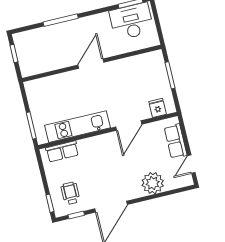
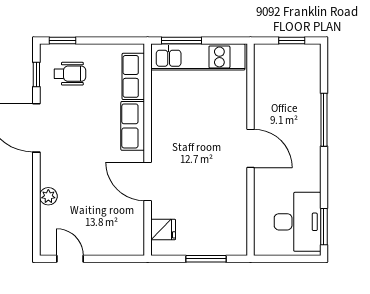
kitchen unit: (77, 127) -> (198, 57), moved, turned 90
row of seats: (176, 141) -> (133, 126), moved, turned -90
plant: (153, 183) -> (48, 196), width x0.53, depth x0.53

